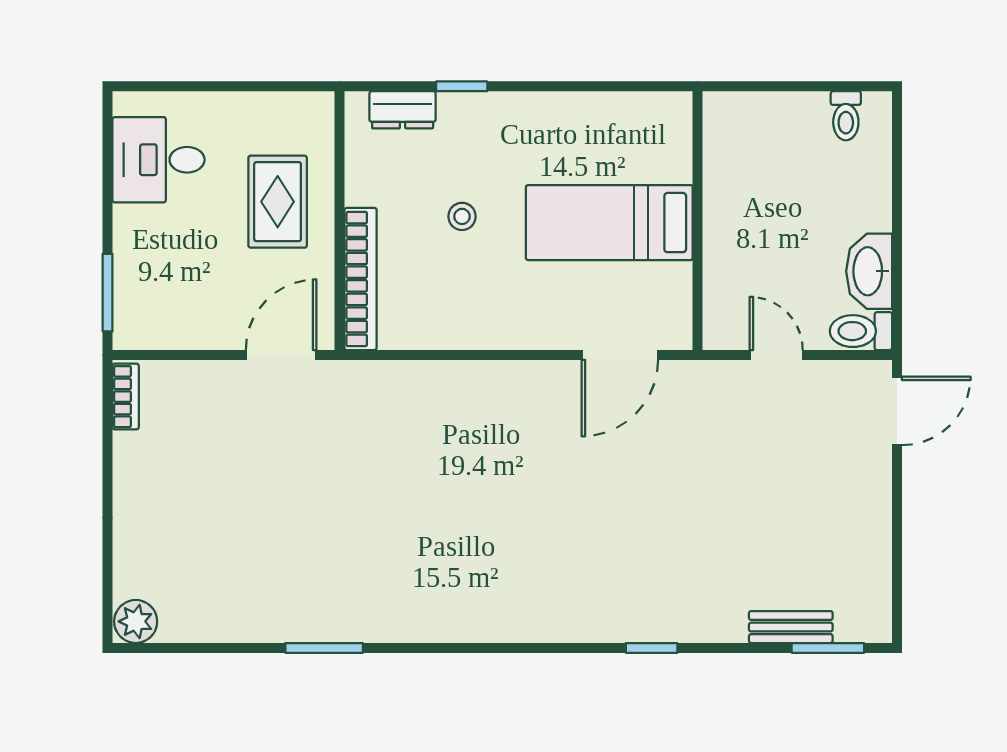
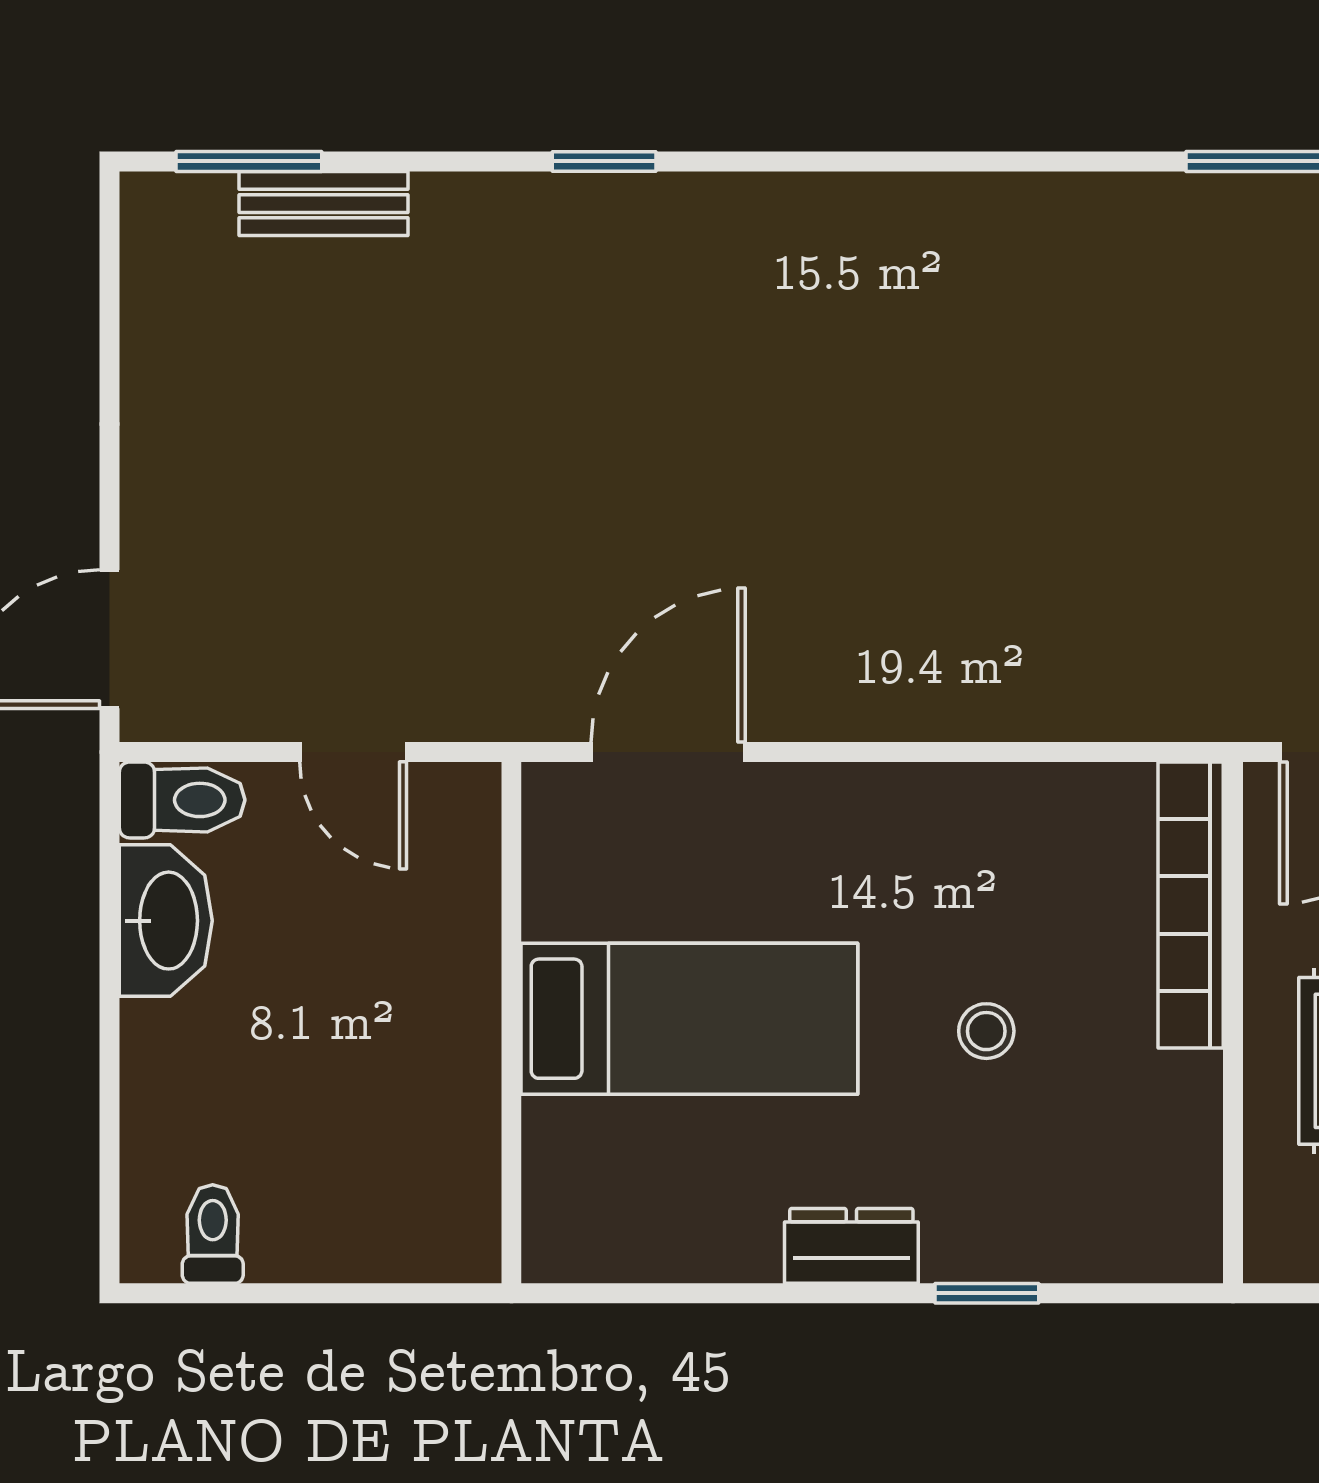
dresser: (403, 110) -> (851, 1246), moved

